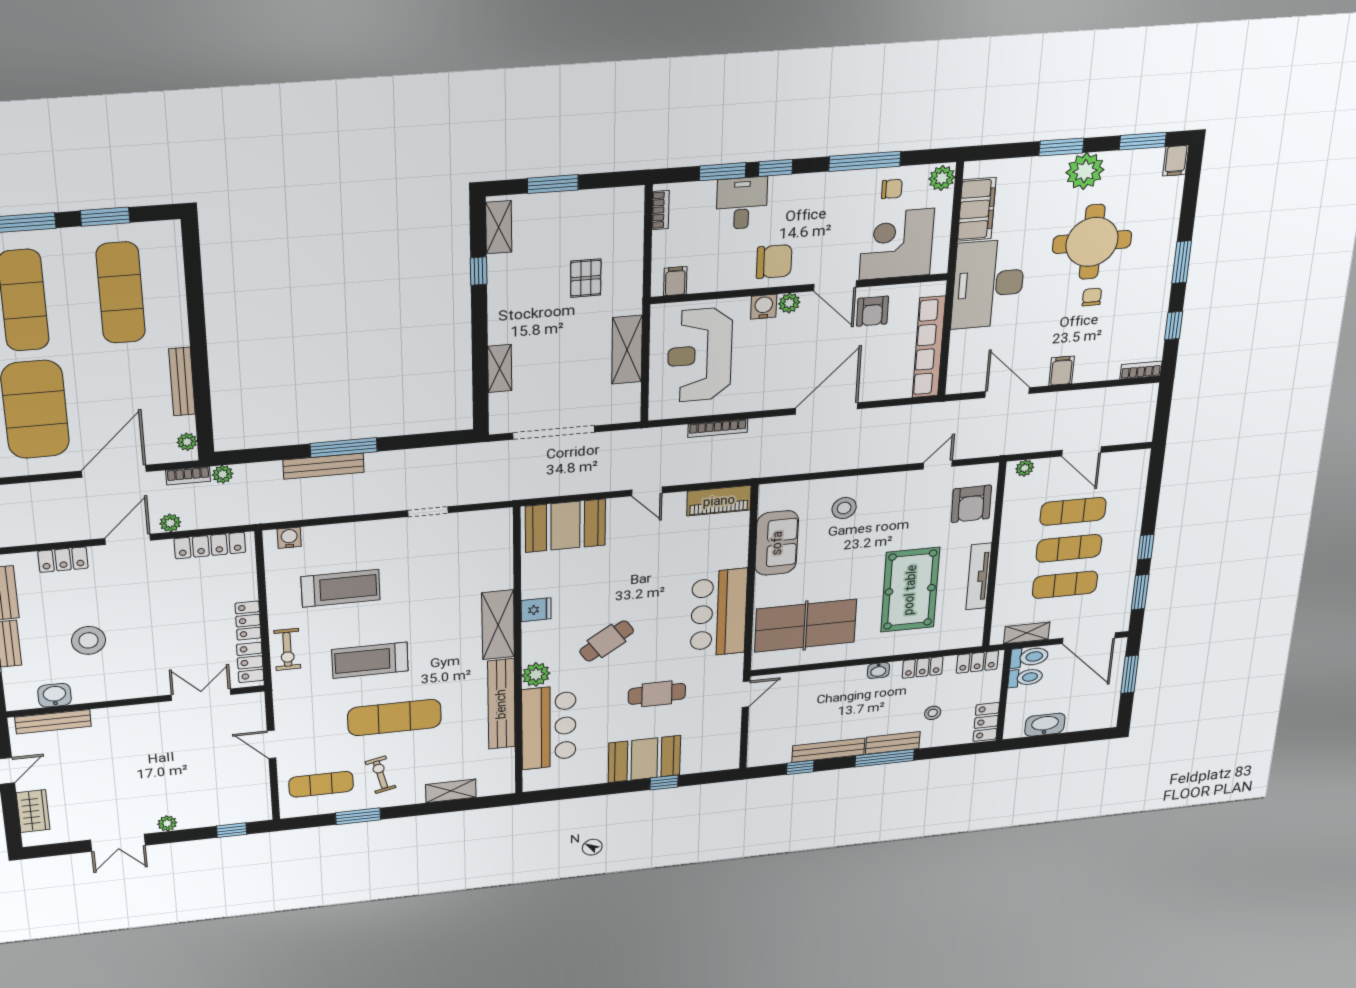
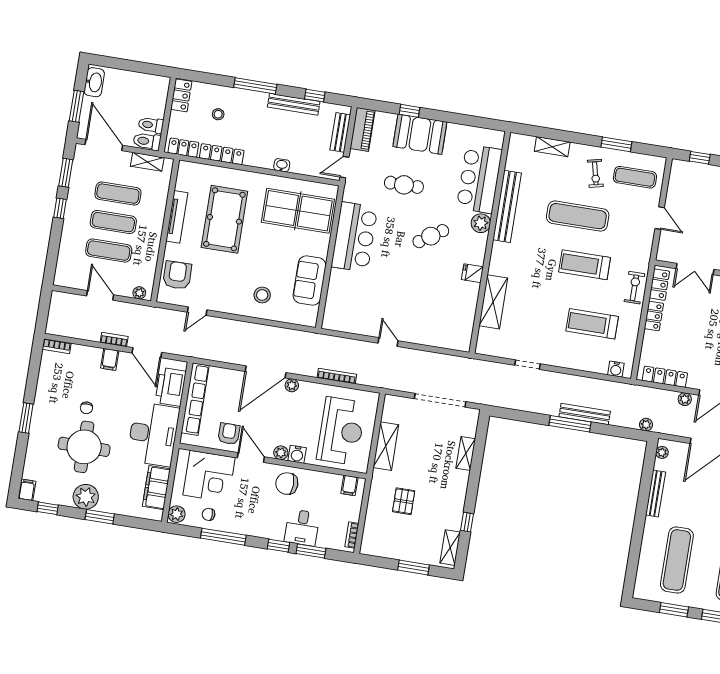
window: (1143, 141) -> (48, 508), width x0.67
window: (1174, 326) -> (33, 373), removed
printer: (968, 355) -> (171, 387), added
plant: (785, 400) -> (292, 385), added
bookcase: (188, 476) -> (114, 340), moved
piano: (719, 501) -> (363, 129), moved, turned 90
booth: (565, 526) -> (444, 331), removed
shelving: (498, 625) -> (493, 302), moved
treadmill: (370, 660) -> (585, 265), turned 180
locker: (923, 667) -> (222, 154), width x1.53
washbasin: (878, 670) -> (282, 165), moved
washbasin: (1045, 725) -> (94, 82), moved, turned -90
bench: (893, 743) -> (340, 132), moved, turned 90

